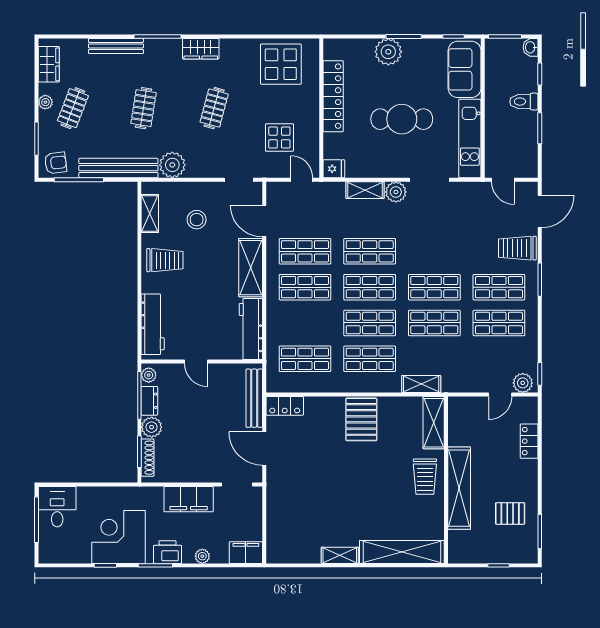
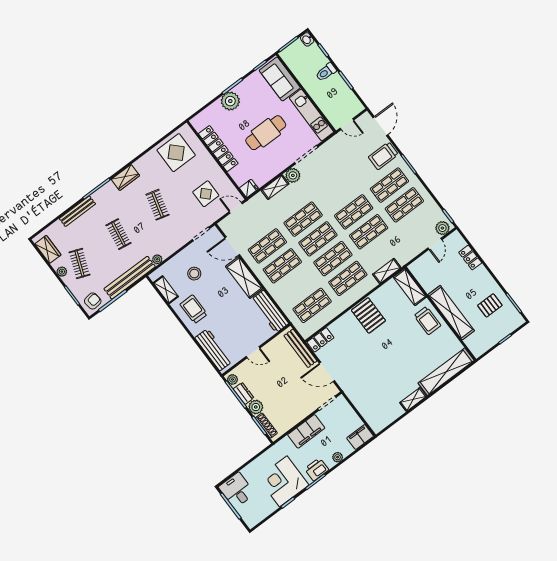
plant: (172, 165) -> (157, 259), width x0.53, depth x0.53
trolley: (165, 260) -> (194, 309), turned -90

